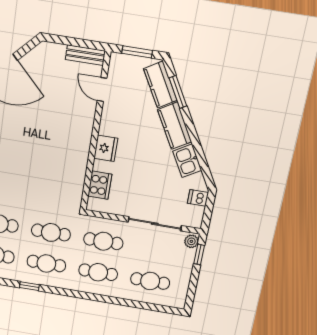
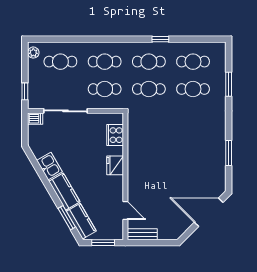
dishwasher: (198, 198) -> (35, 119), moved
plant: (191, 241) -> (33, 53), moved

